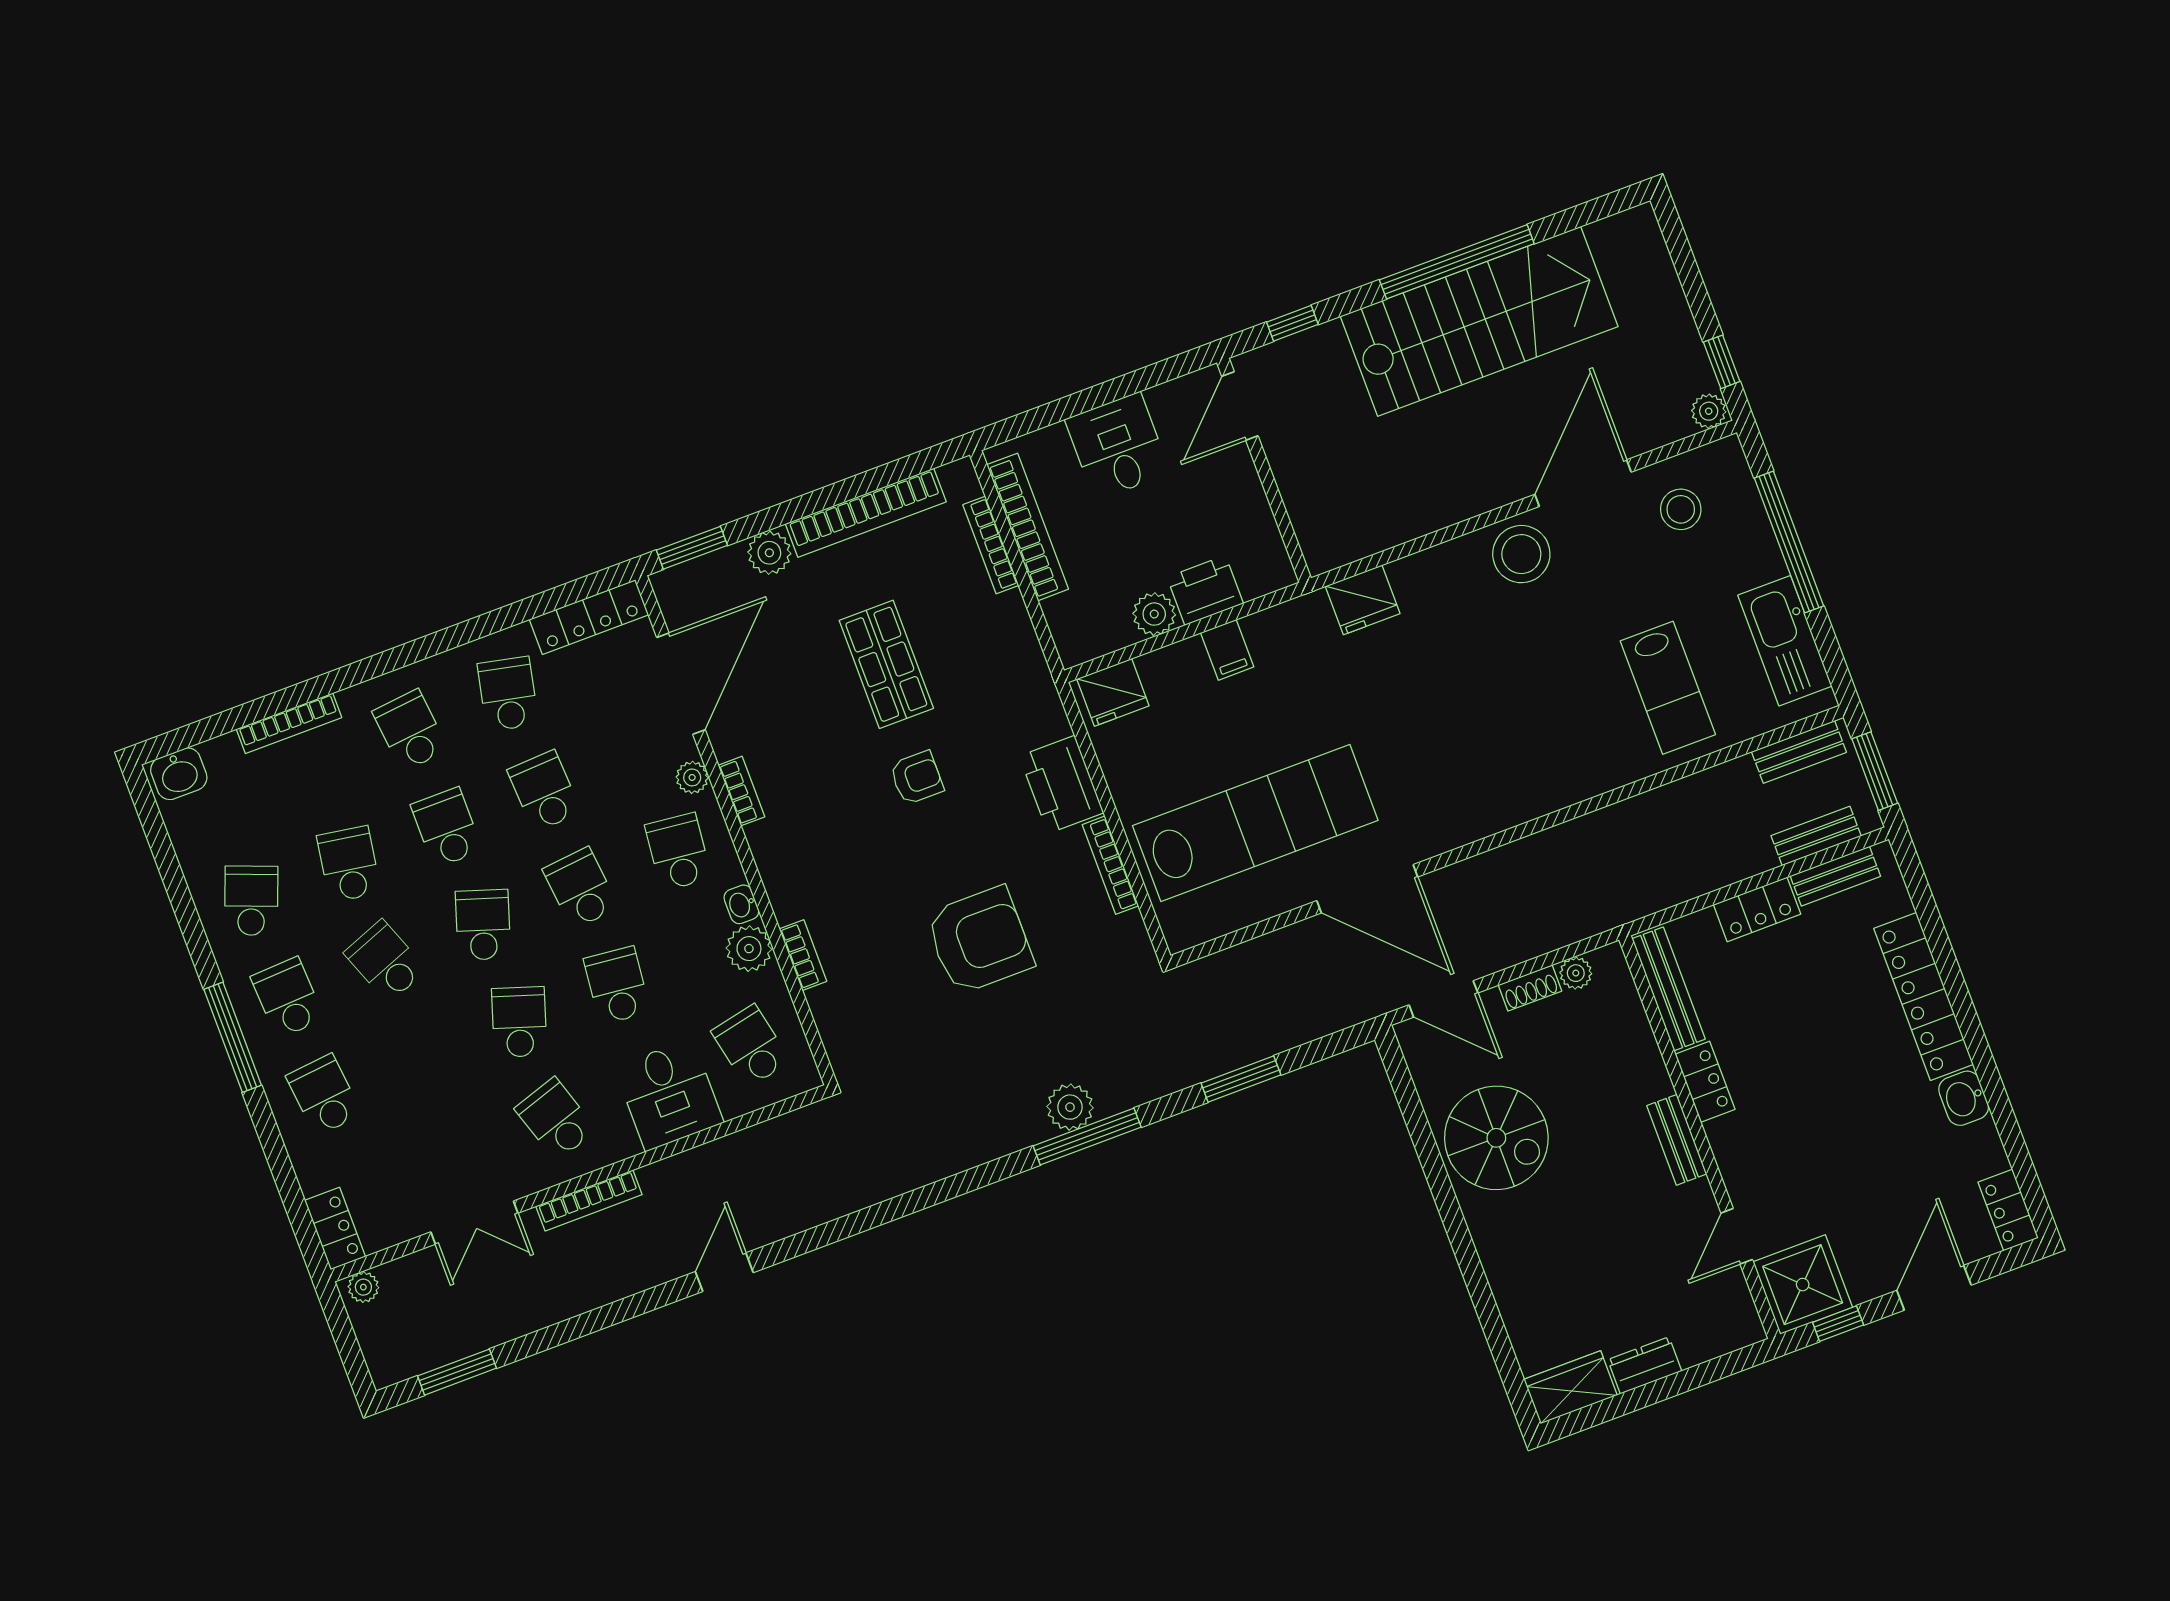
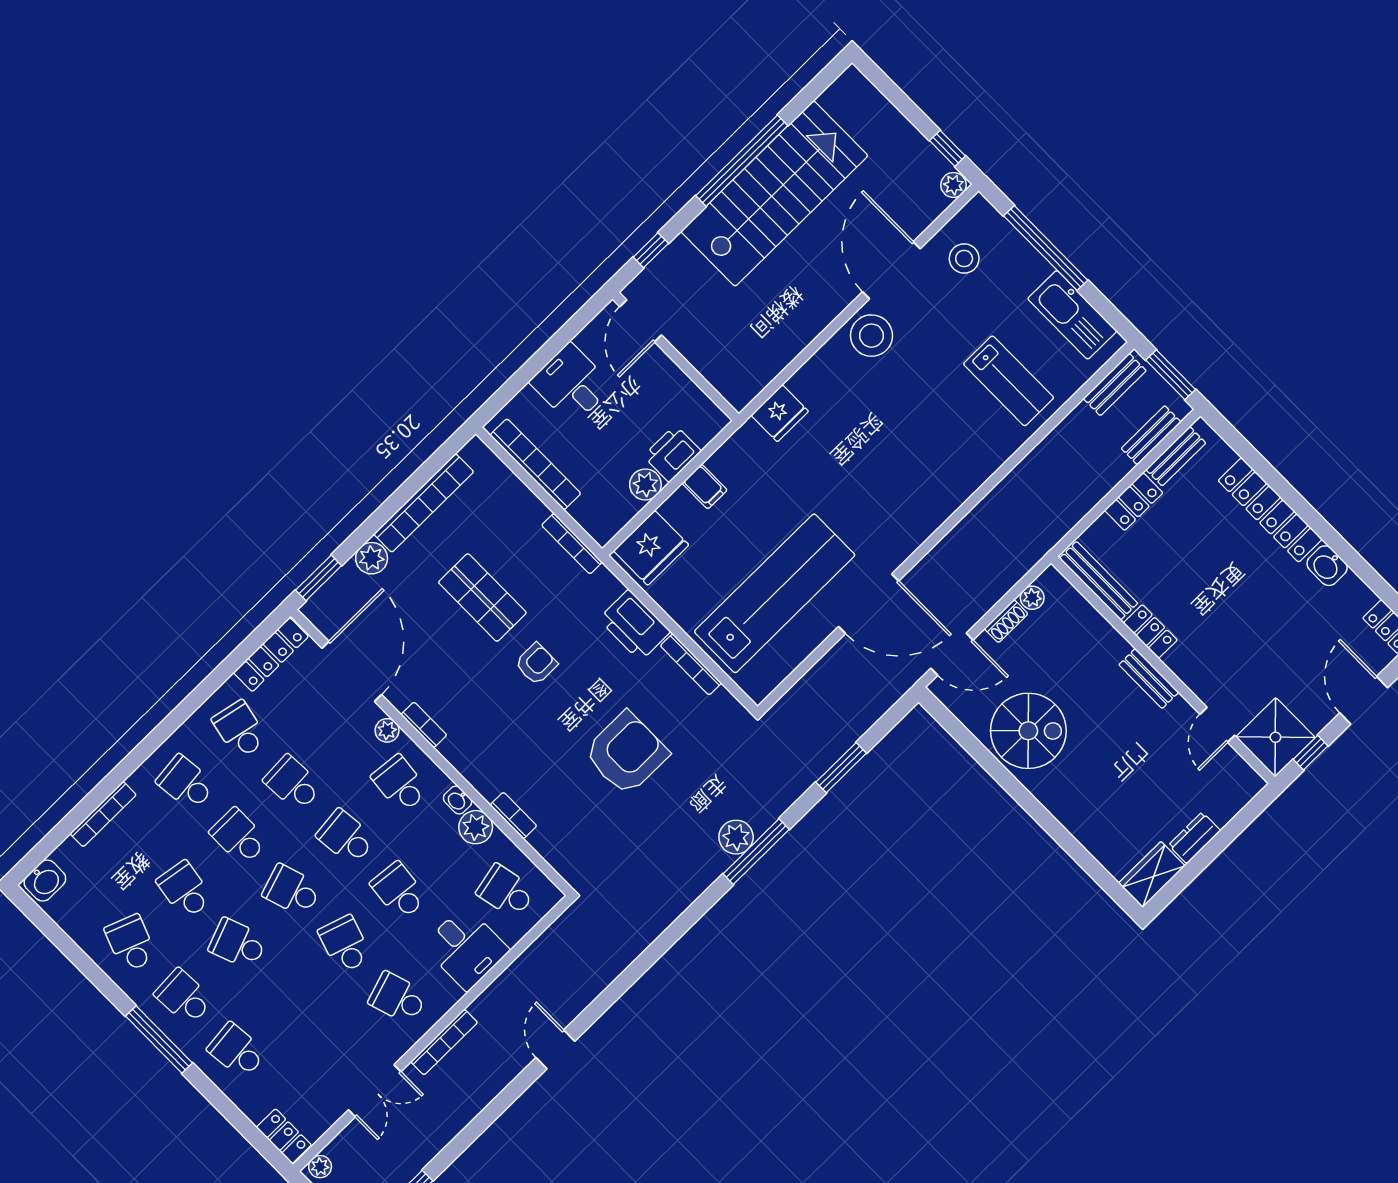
bookcase: (991, 545) -> (572, 544), moved
fridge: (1113, 692) -> (651, 548), width x1.36, depth x1.34
school desk: (483, 925) -> (292, 890), turned -36

